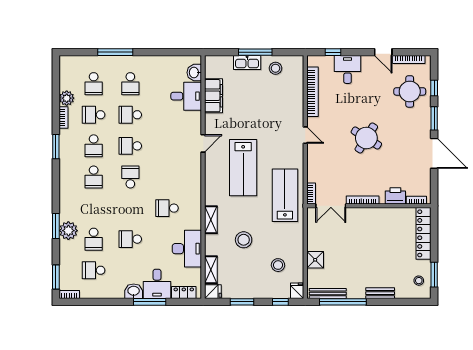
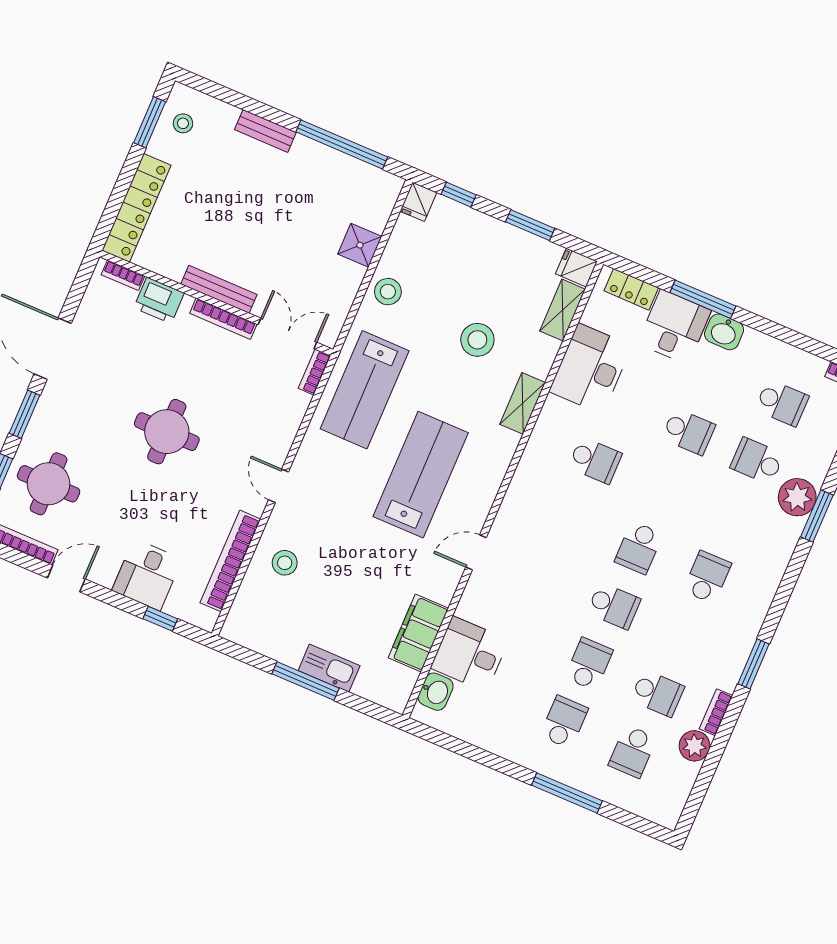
door: (383, 52) -> (66, 579), hinge flipped
stool: (275, 68) -> (285, 563), moved
school desk: (94, 84) -> (633, 751), turned 180
school desk: (130, 115) -> (589, 664), turned -90
round table: (366, 138) -> (167, 432), turned -32
school desk: (94, 146) -> (682, 635), removed
school desk: (94, 239) -> (757, 461), turned -90
stool: (278, 265) -> (388, 292), moved
bench: (328, 293) -> (219, 289), moved

